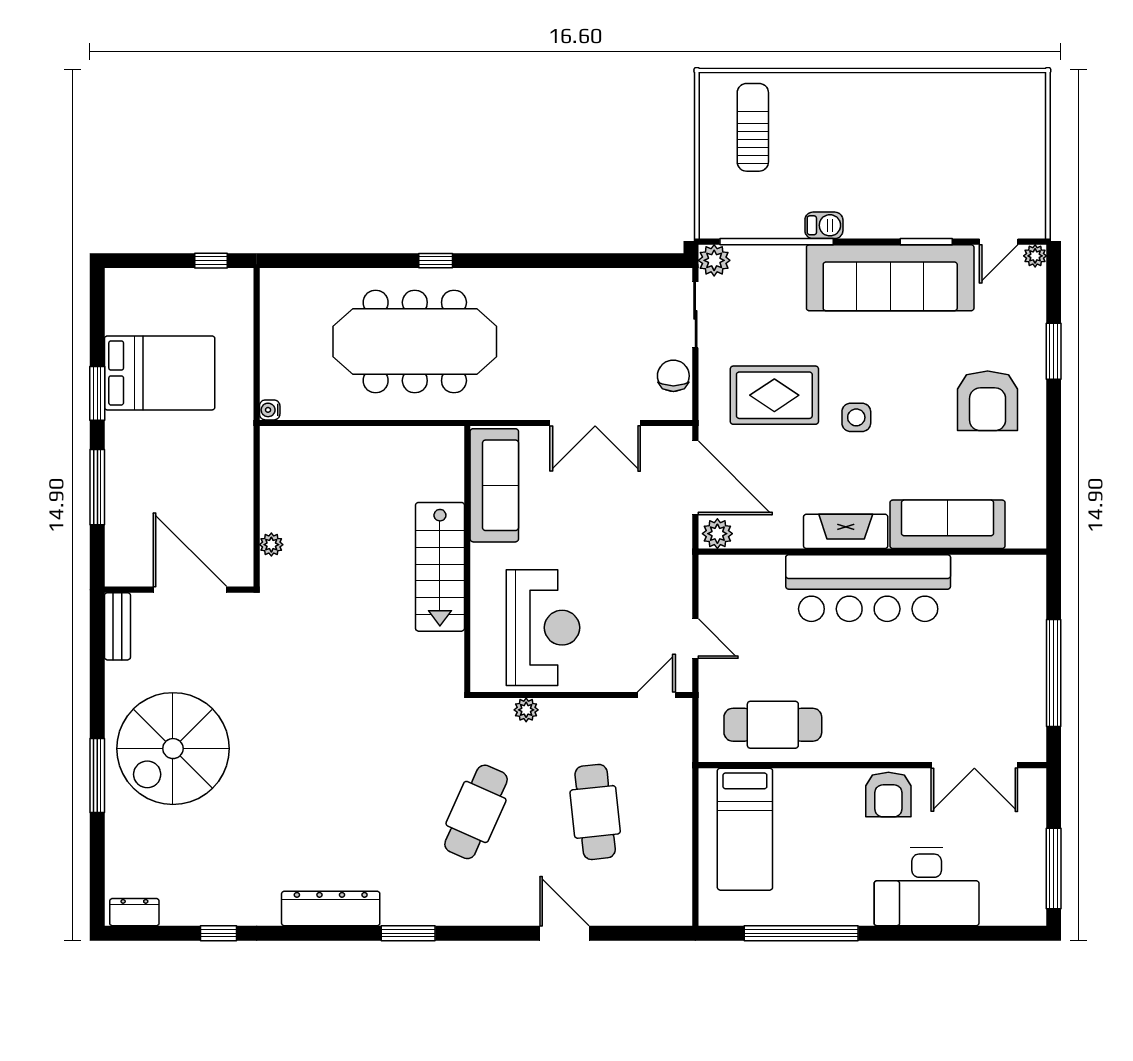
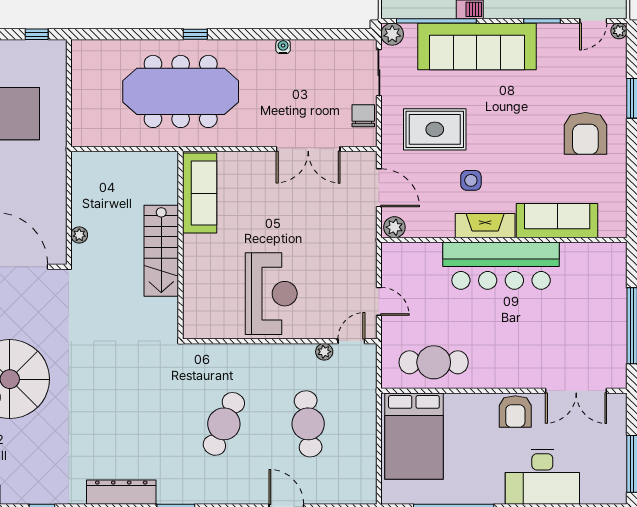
sofa: (890, 278) -> (477, 46), moved
water cooler: (270, 410) -> (283, 47), moved, turned 90
side table: (856, 417) -> (471, 180), moved
door: (695, 478) -> (379, 188), width x0.73
sofa: (494, 485) -> (200, 193), moved
wall: (467, 559) -> (180, 245), moved
stairs: (440, 567) -> (161, 251), moved
plant: (526, 710) -> (324, 352), moved
bed: (745, 829) -> (414, 436), width x1.50

